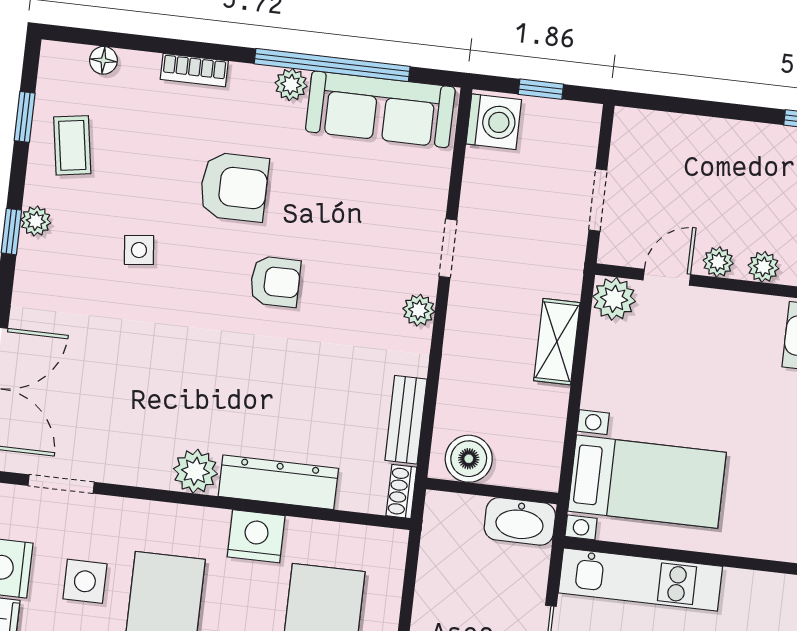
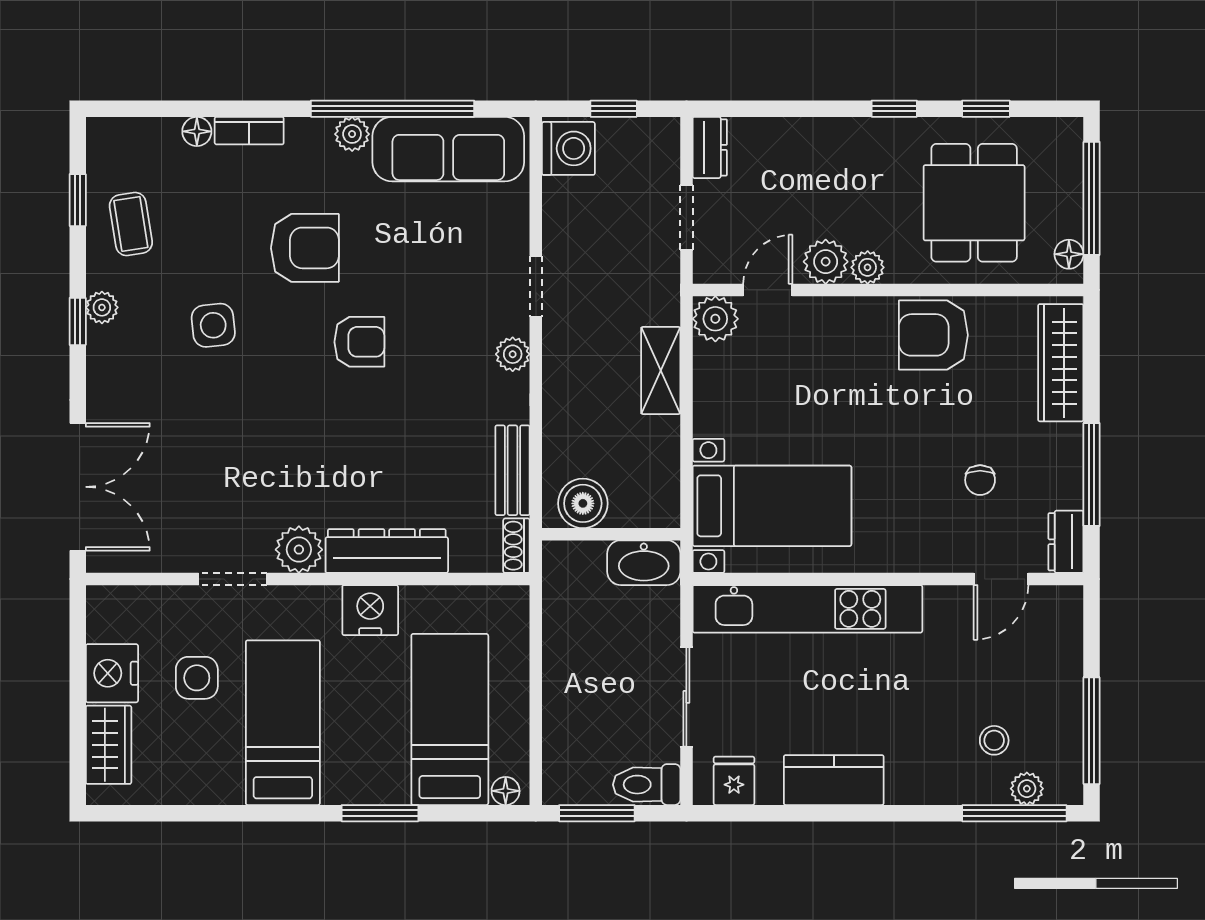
floor lamp: (103, 60) -> (197, 131), moved
dresser: (628, 136) -> (710, 147), added
side table: (139, 250) -> (213, 325), width x1.37, depth x1.37
plant: (718, 262) -> (826, 262), width x1.38, depth x1.38
doorway: (61, 484) -> (233, 579), moved
kitchen unit: (640, 580) -> (807, 609), width x1.36

